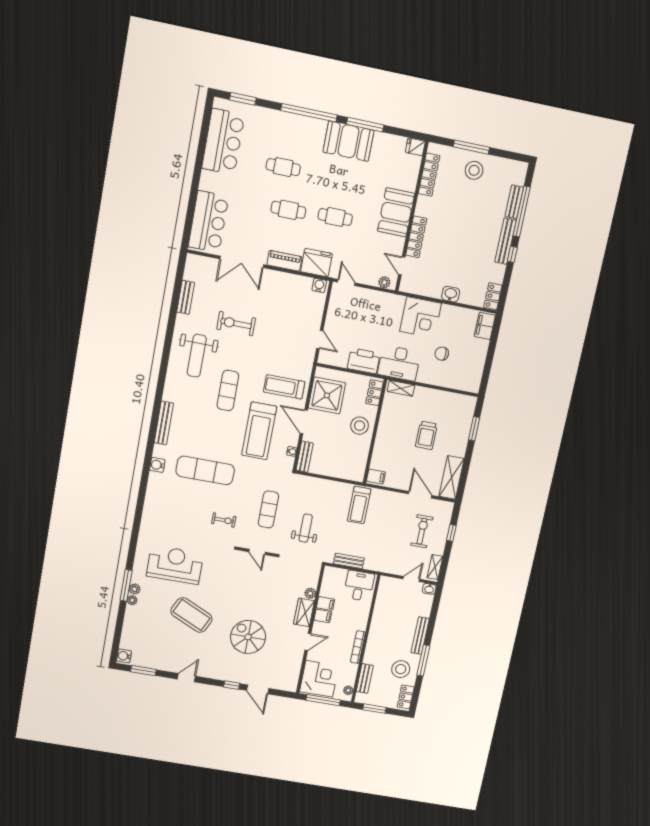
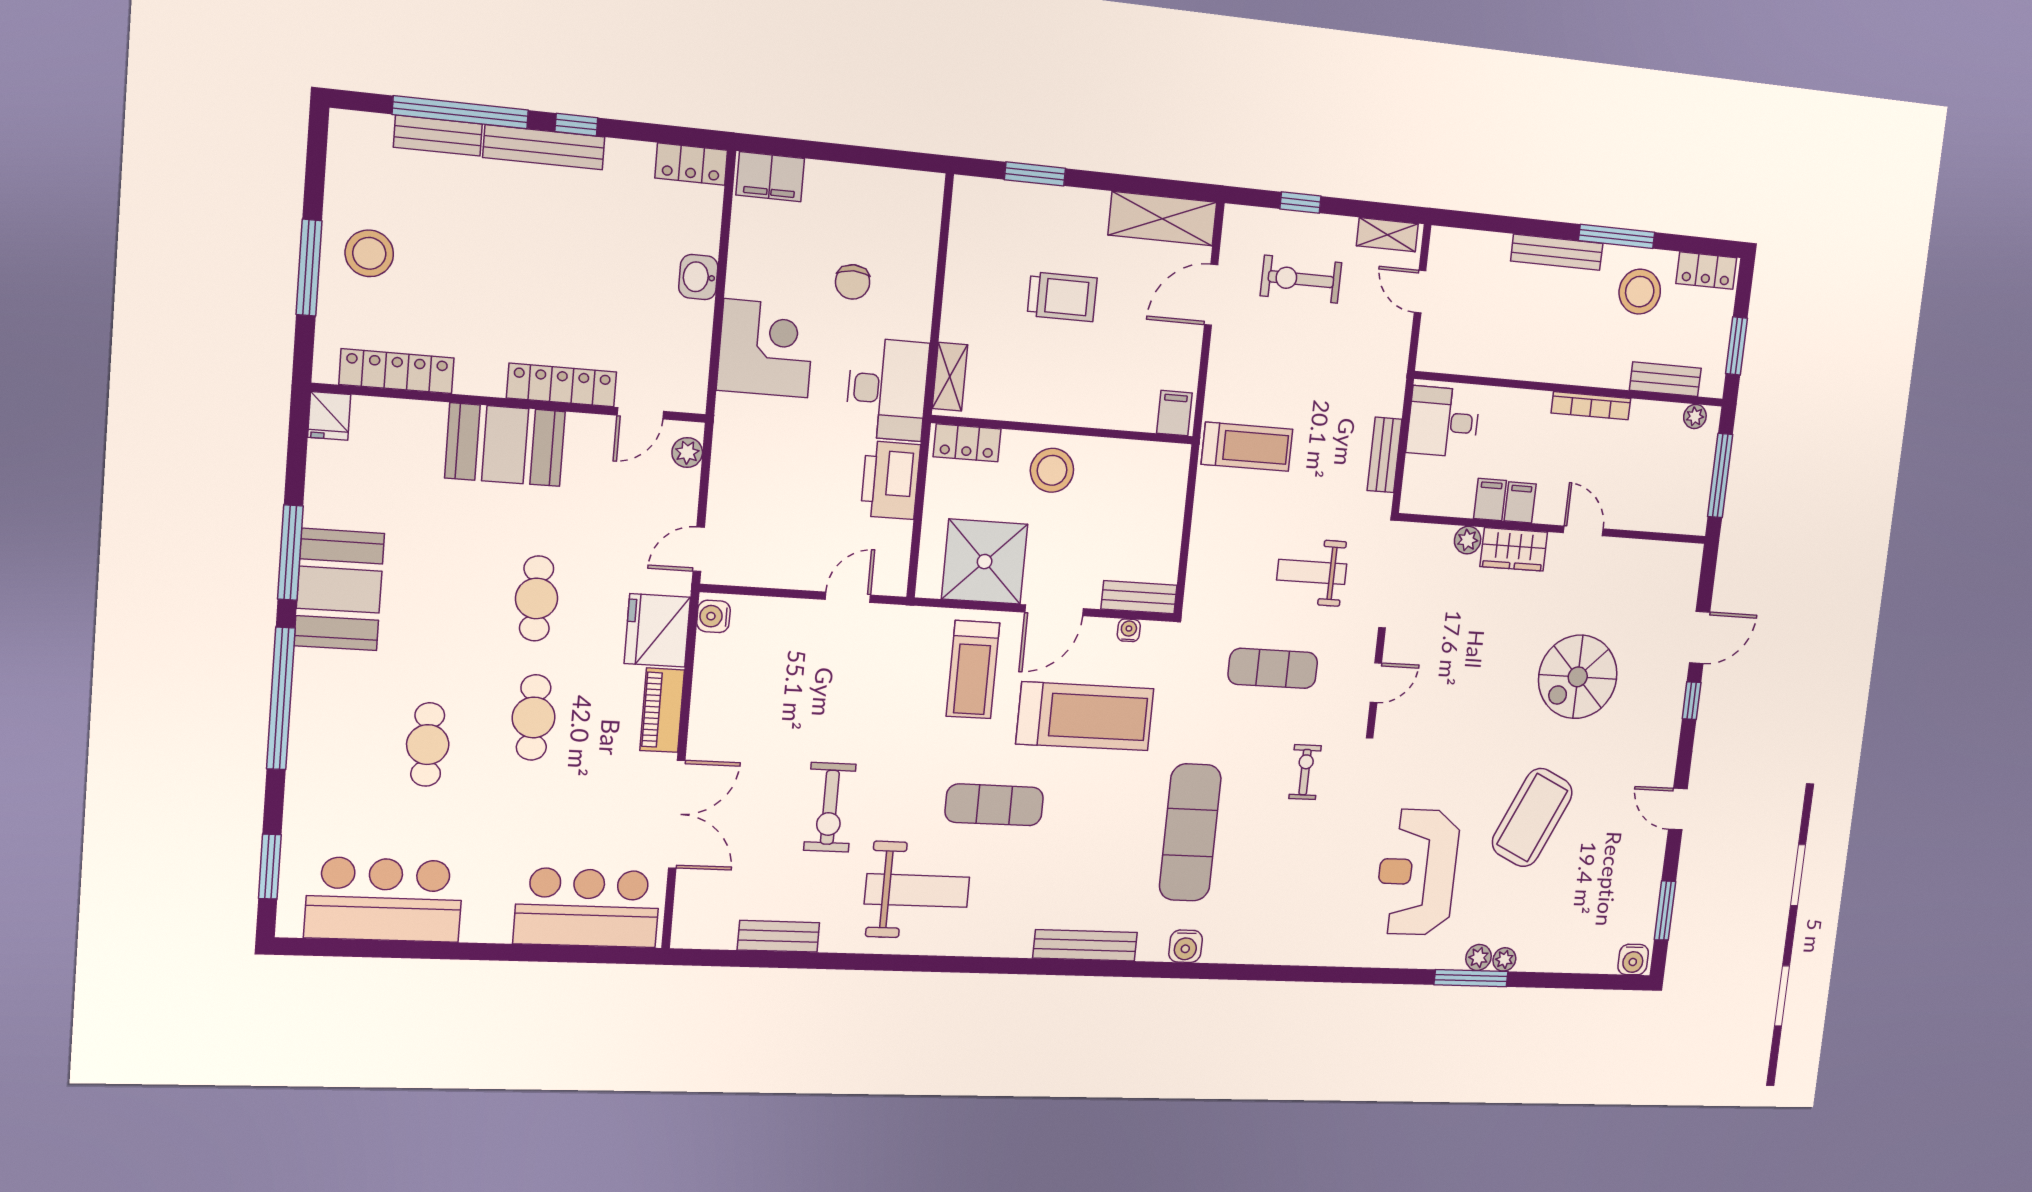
washbasin: (429, 589) -> (1442, 243), removed
corner desk: (319, 679) -> (1670, 492), removed

